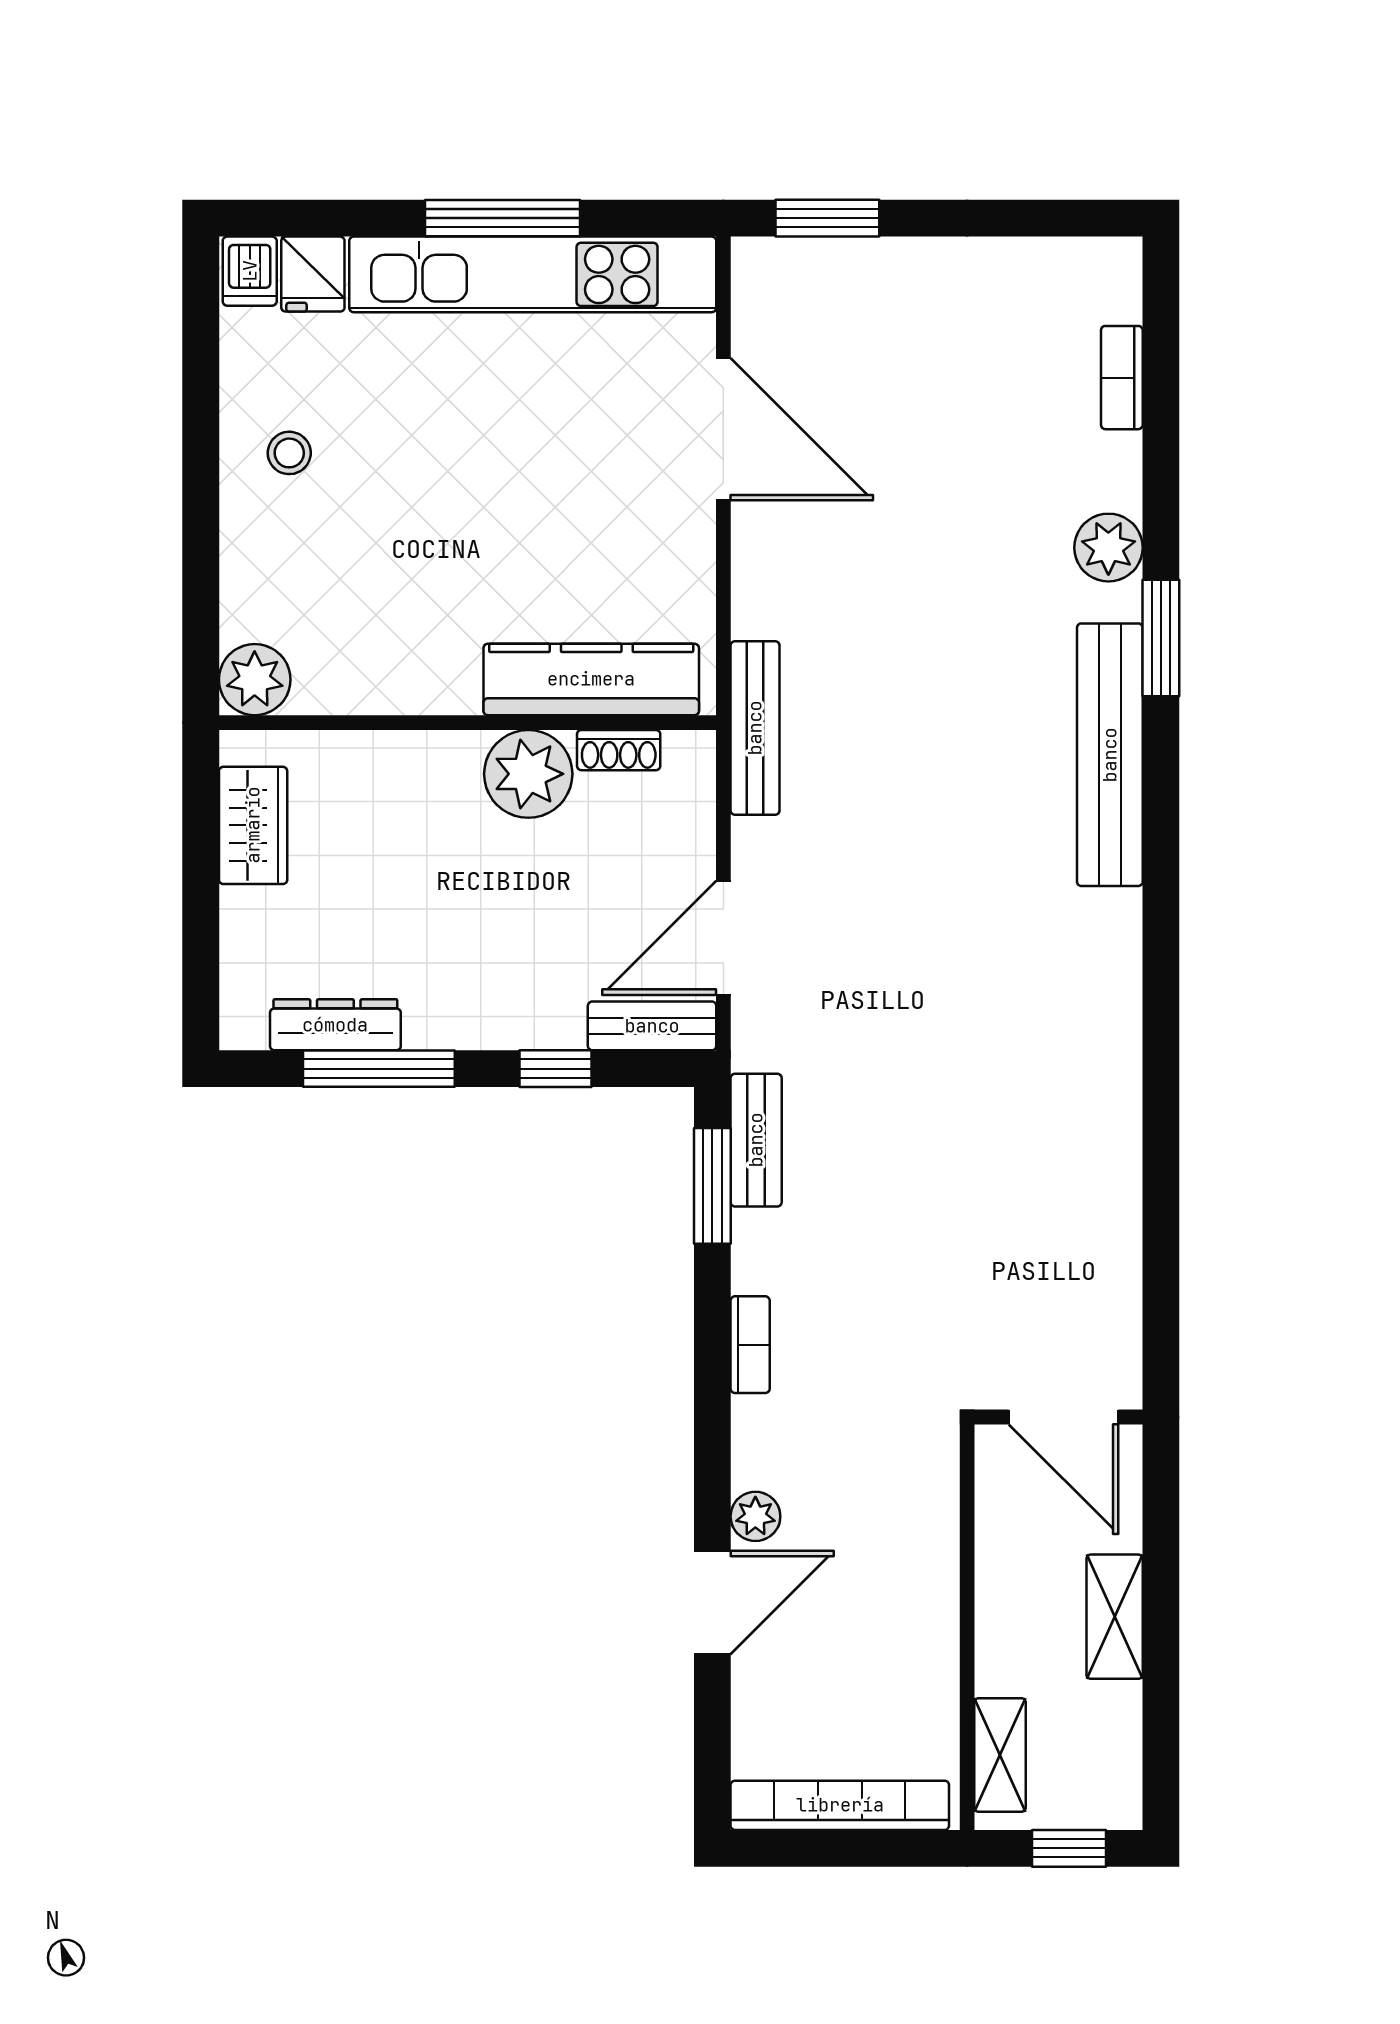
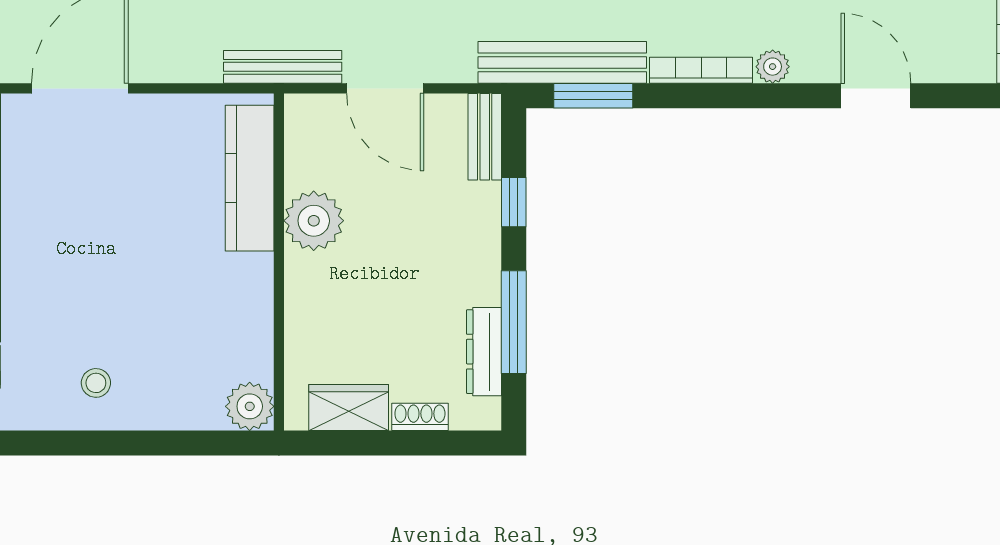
shoe rack: (619, 750) -> (420, 417), moved, turned -90
door: (723, 938) -> (385, 88), moved
bench: (756, 1140) -> (562, 62), width x1.86, depth x1.21
bookcase: (750, 1345) -> (701, 70), width x1.56
plant: (755, 1516) -> (773, 67), moved

